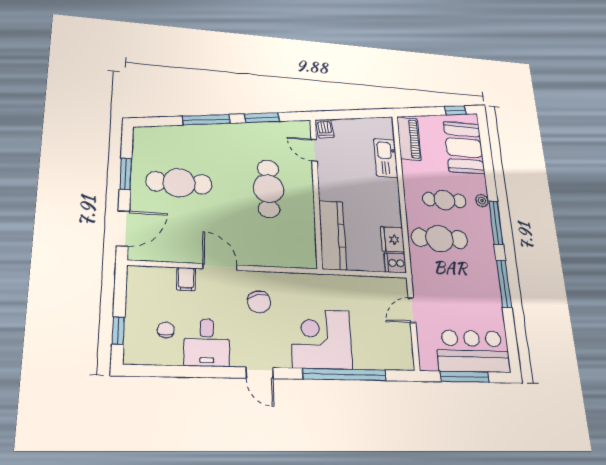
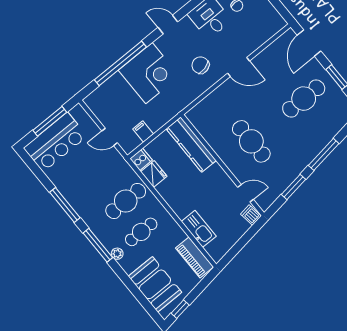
filing cabinet: (186, 279) -> (143, 132), moved
door: (412, 310) -> (110, 137), swing flipped

